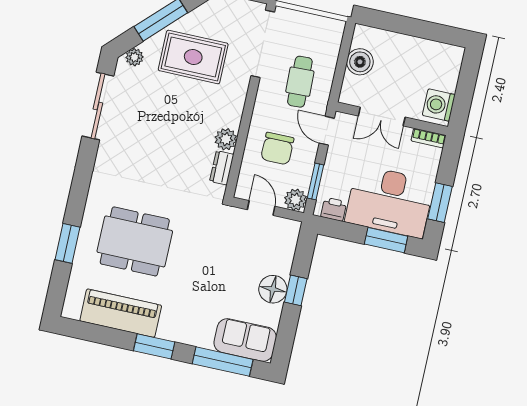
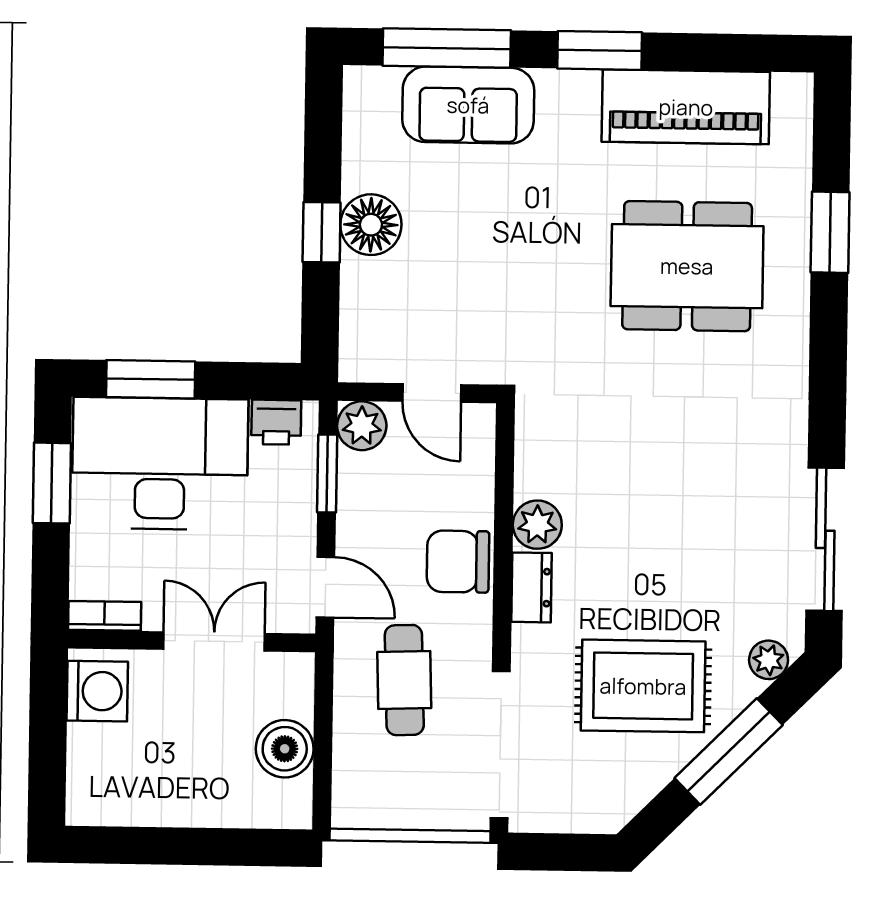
chair: (277, 149) -> (458, 562), moved, turned -90
dresser: (222, 168) -> (532, 587), moved
sofa: (245, 340) -> (468, 105), moved

